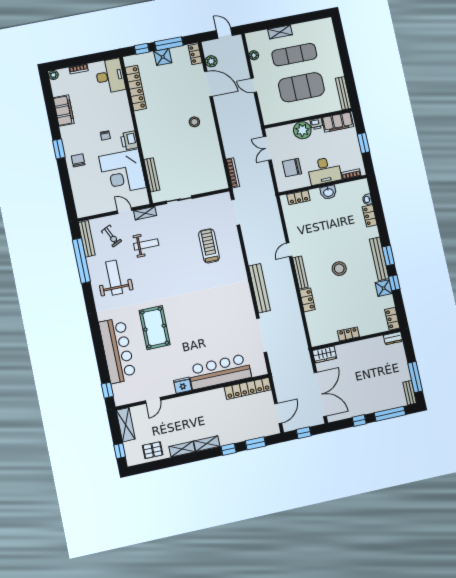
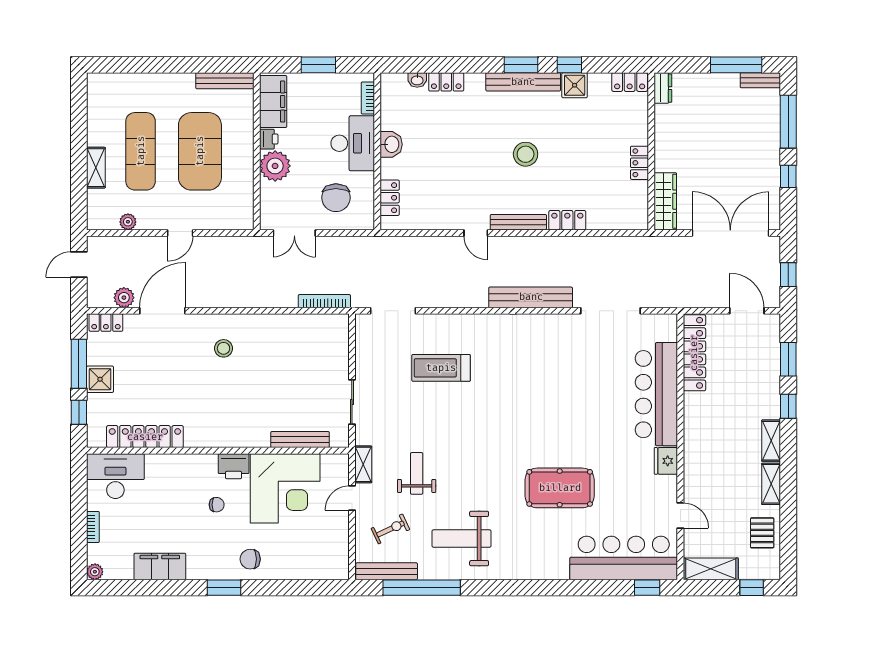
bar counter: (117, 350) -> (624, 558), moved
wardrobe: (325, 354) -> (665, 201), width x1.50

